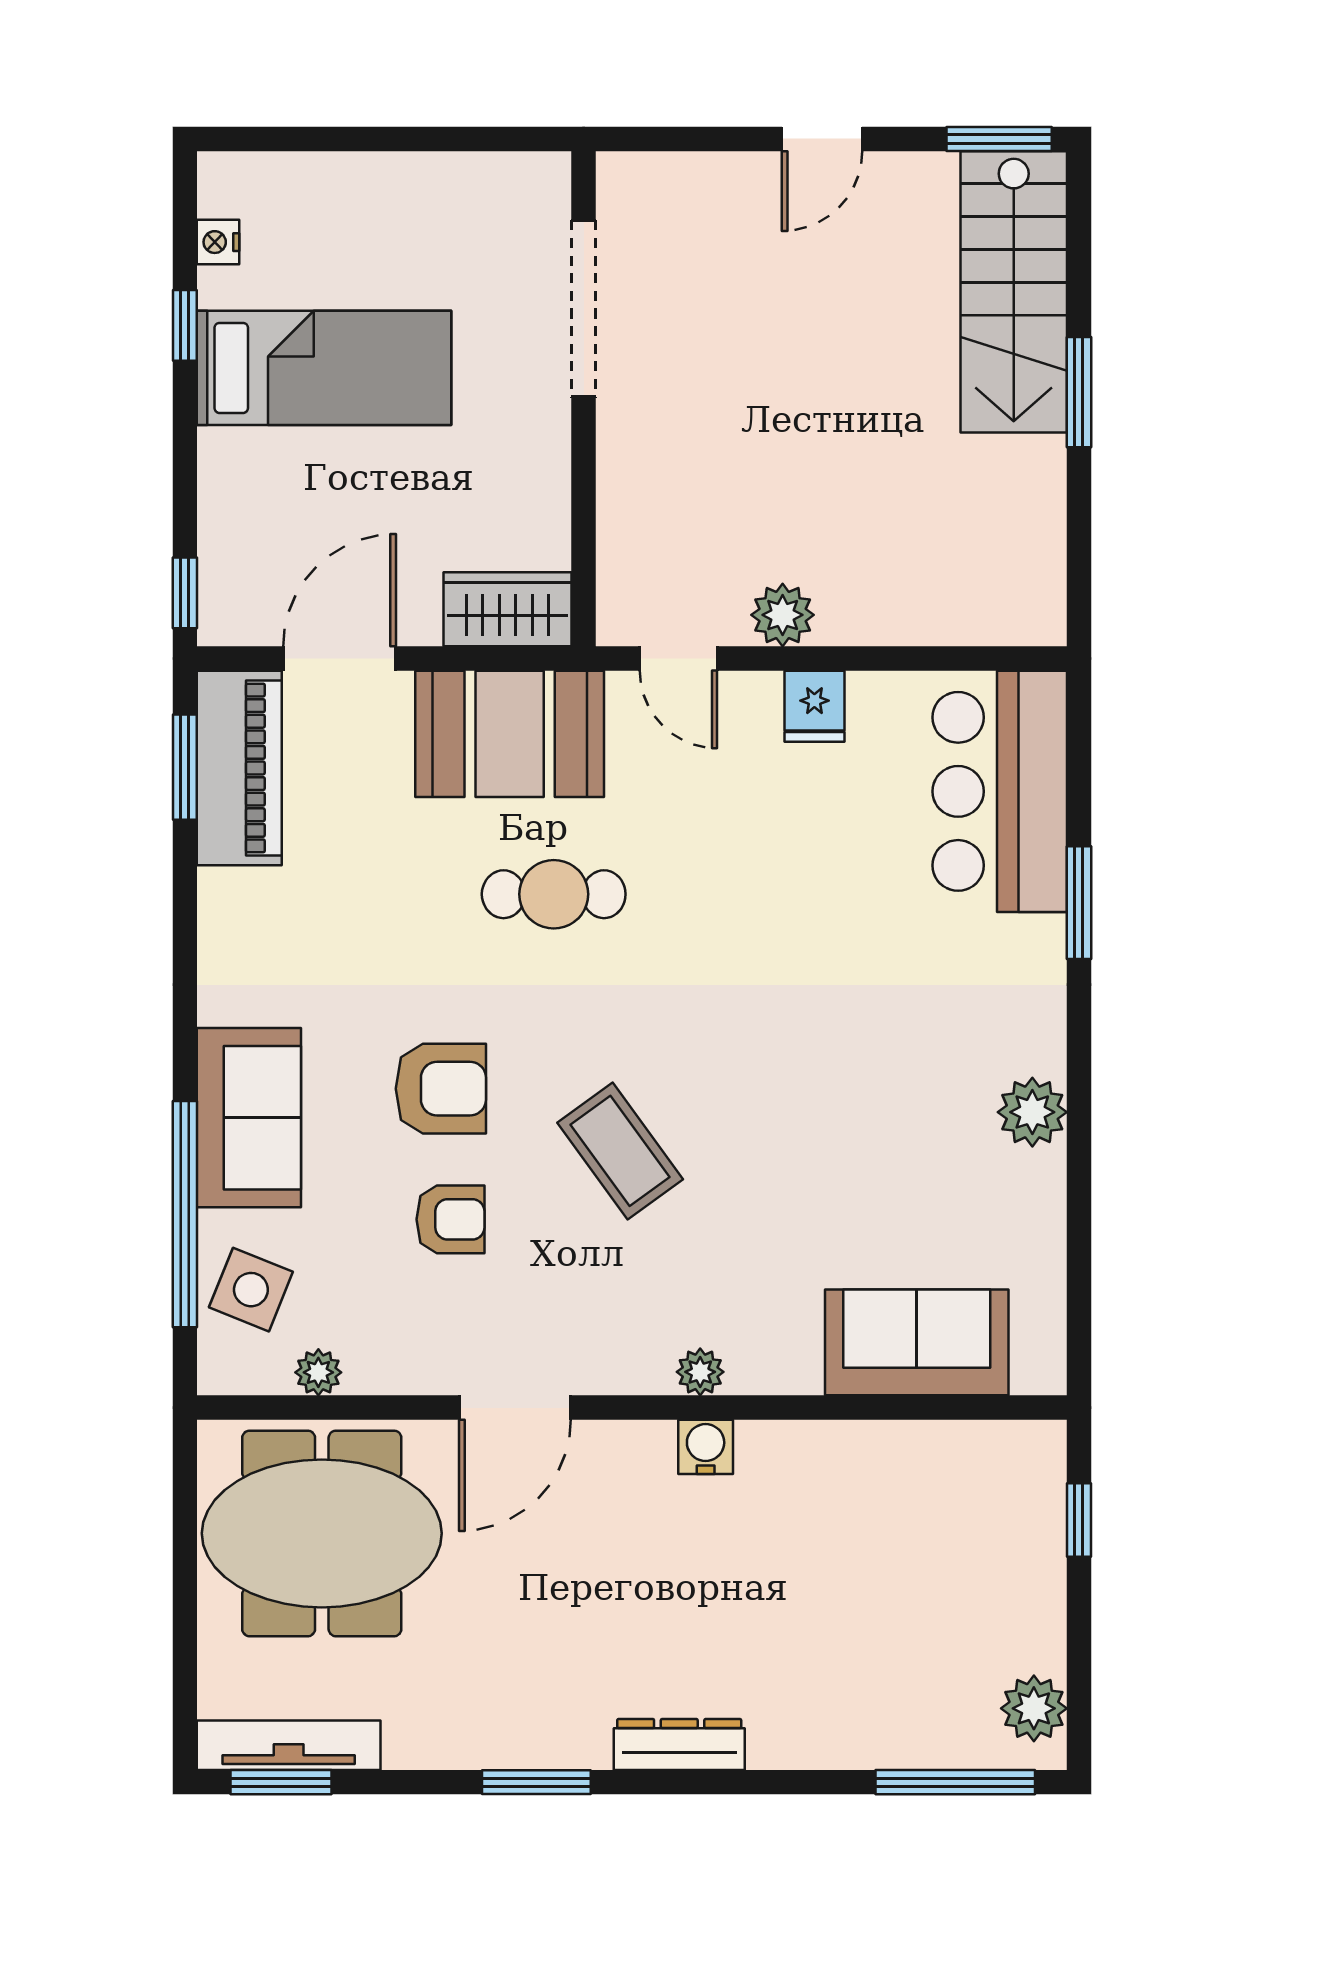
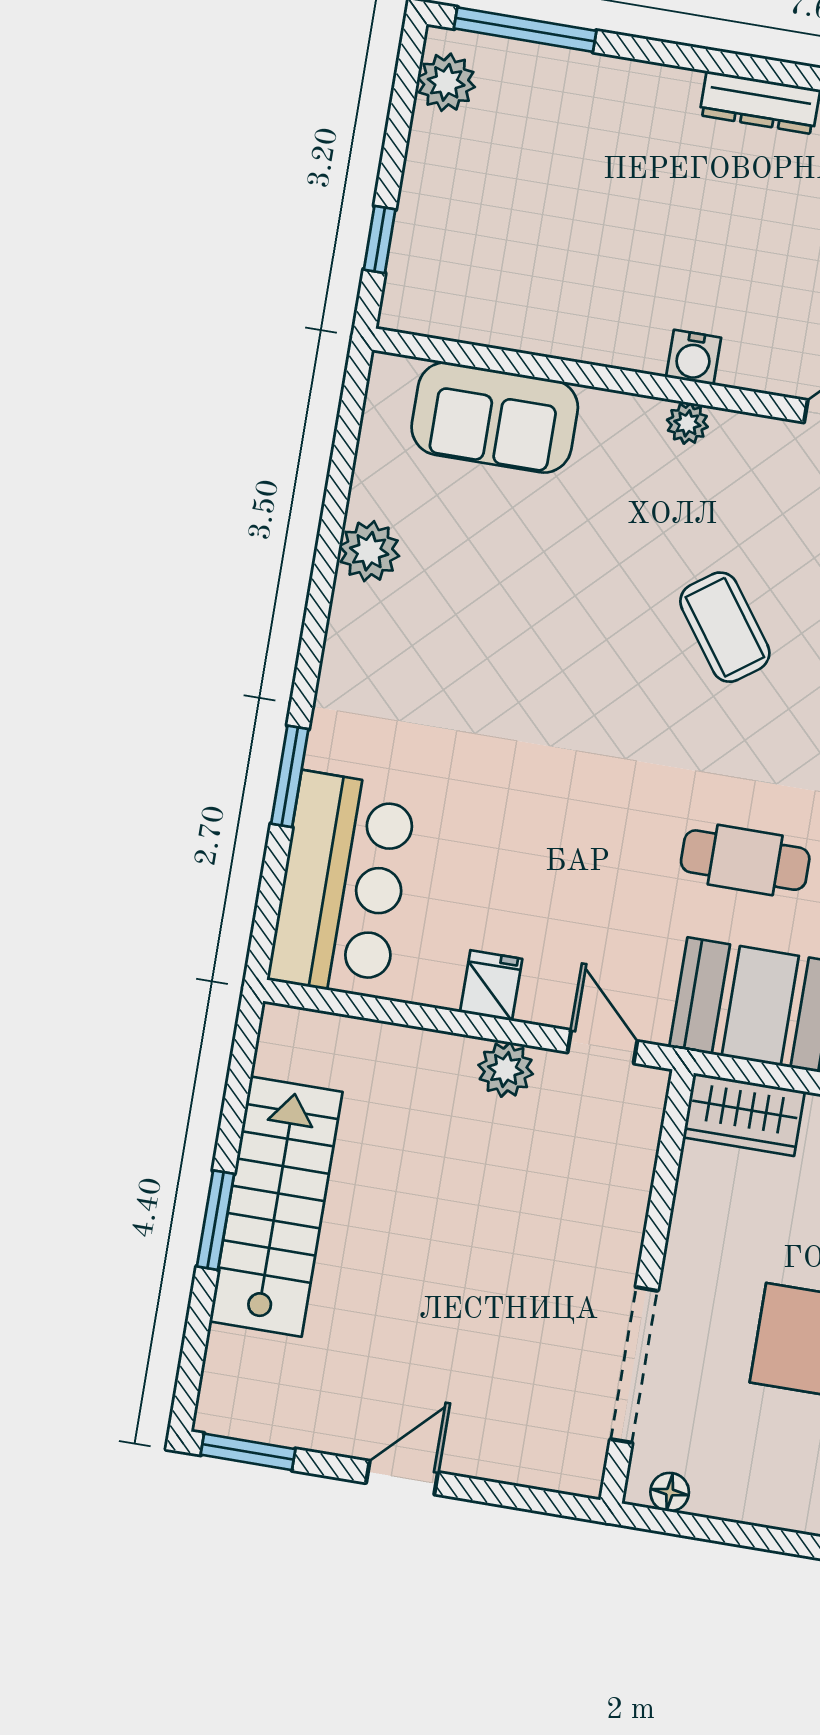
floor lamp: (520, 173) -> (670, 1492), added
stairs: (1014, 292) -> (276, 1207), moved
plant: (1032, 1112) -> (369, 551), moved

